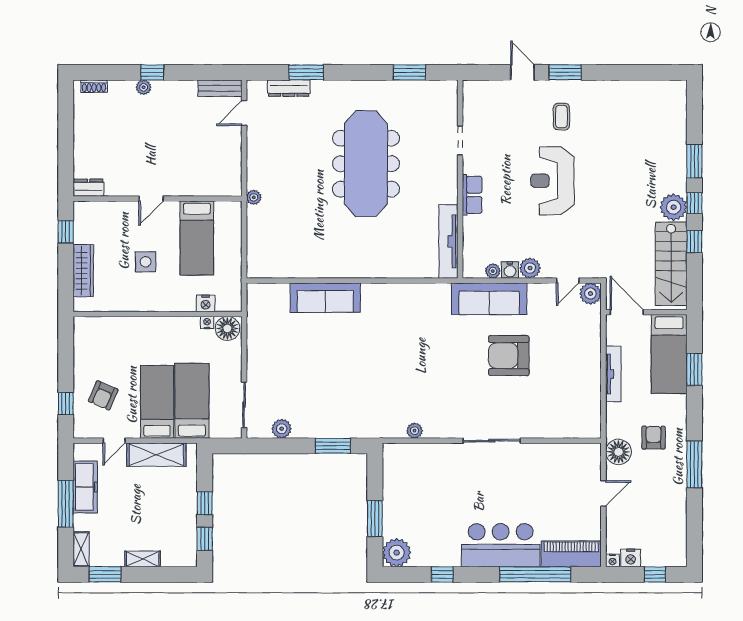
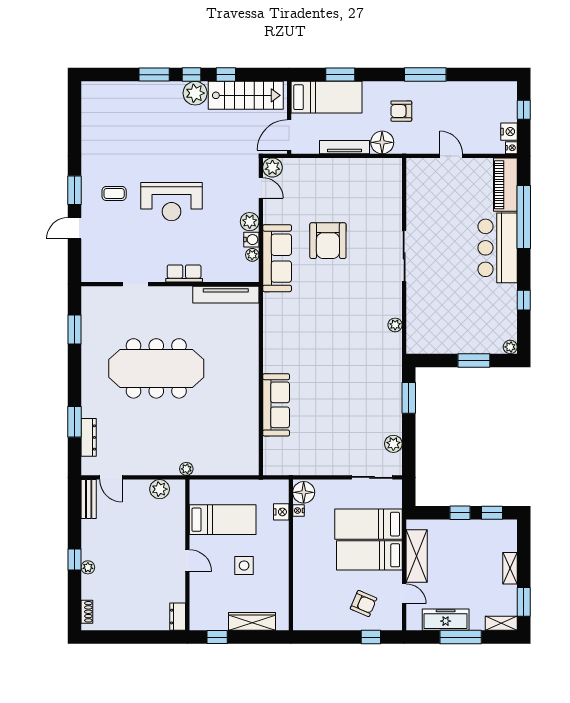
plant: (231, 167) -> (160, 489), added
floor lamp: (618, 452) -> (382, 142), moved
plant: (397, 553) -> (510, 347), width x0.53, depth x0.53

